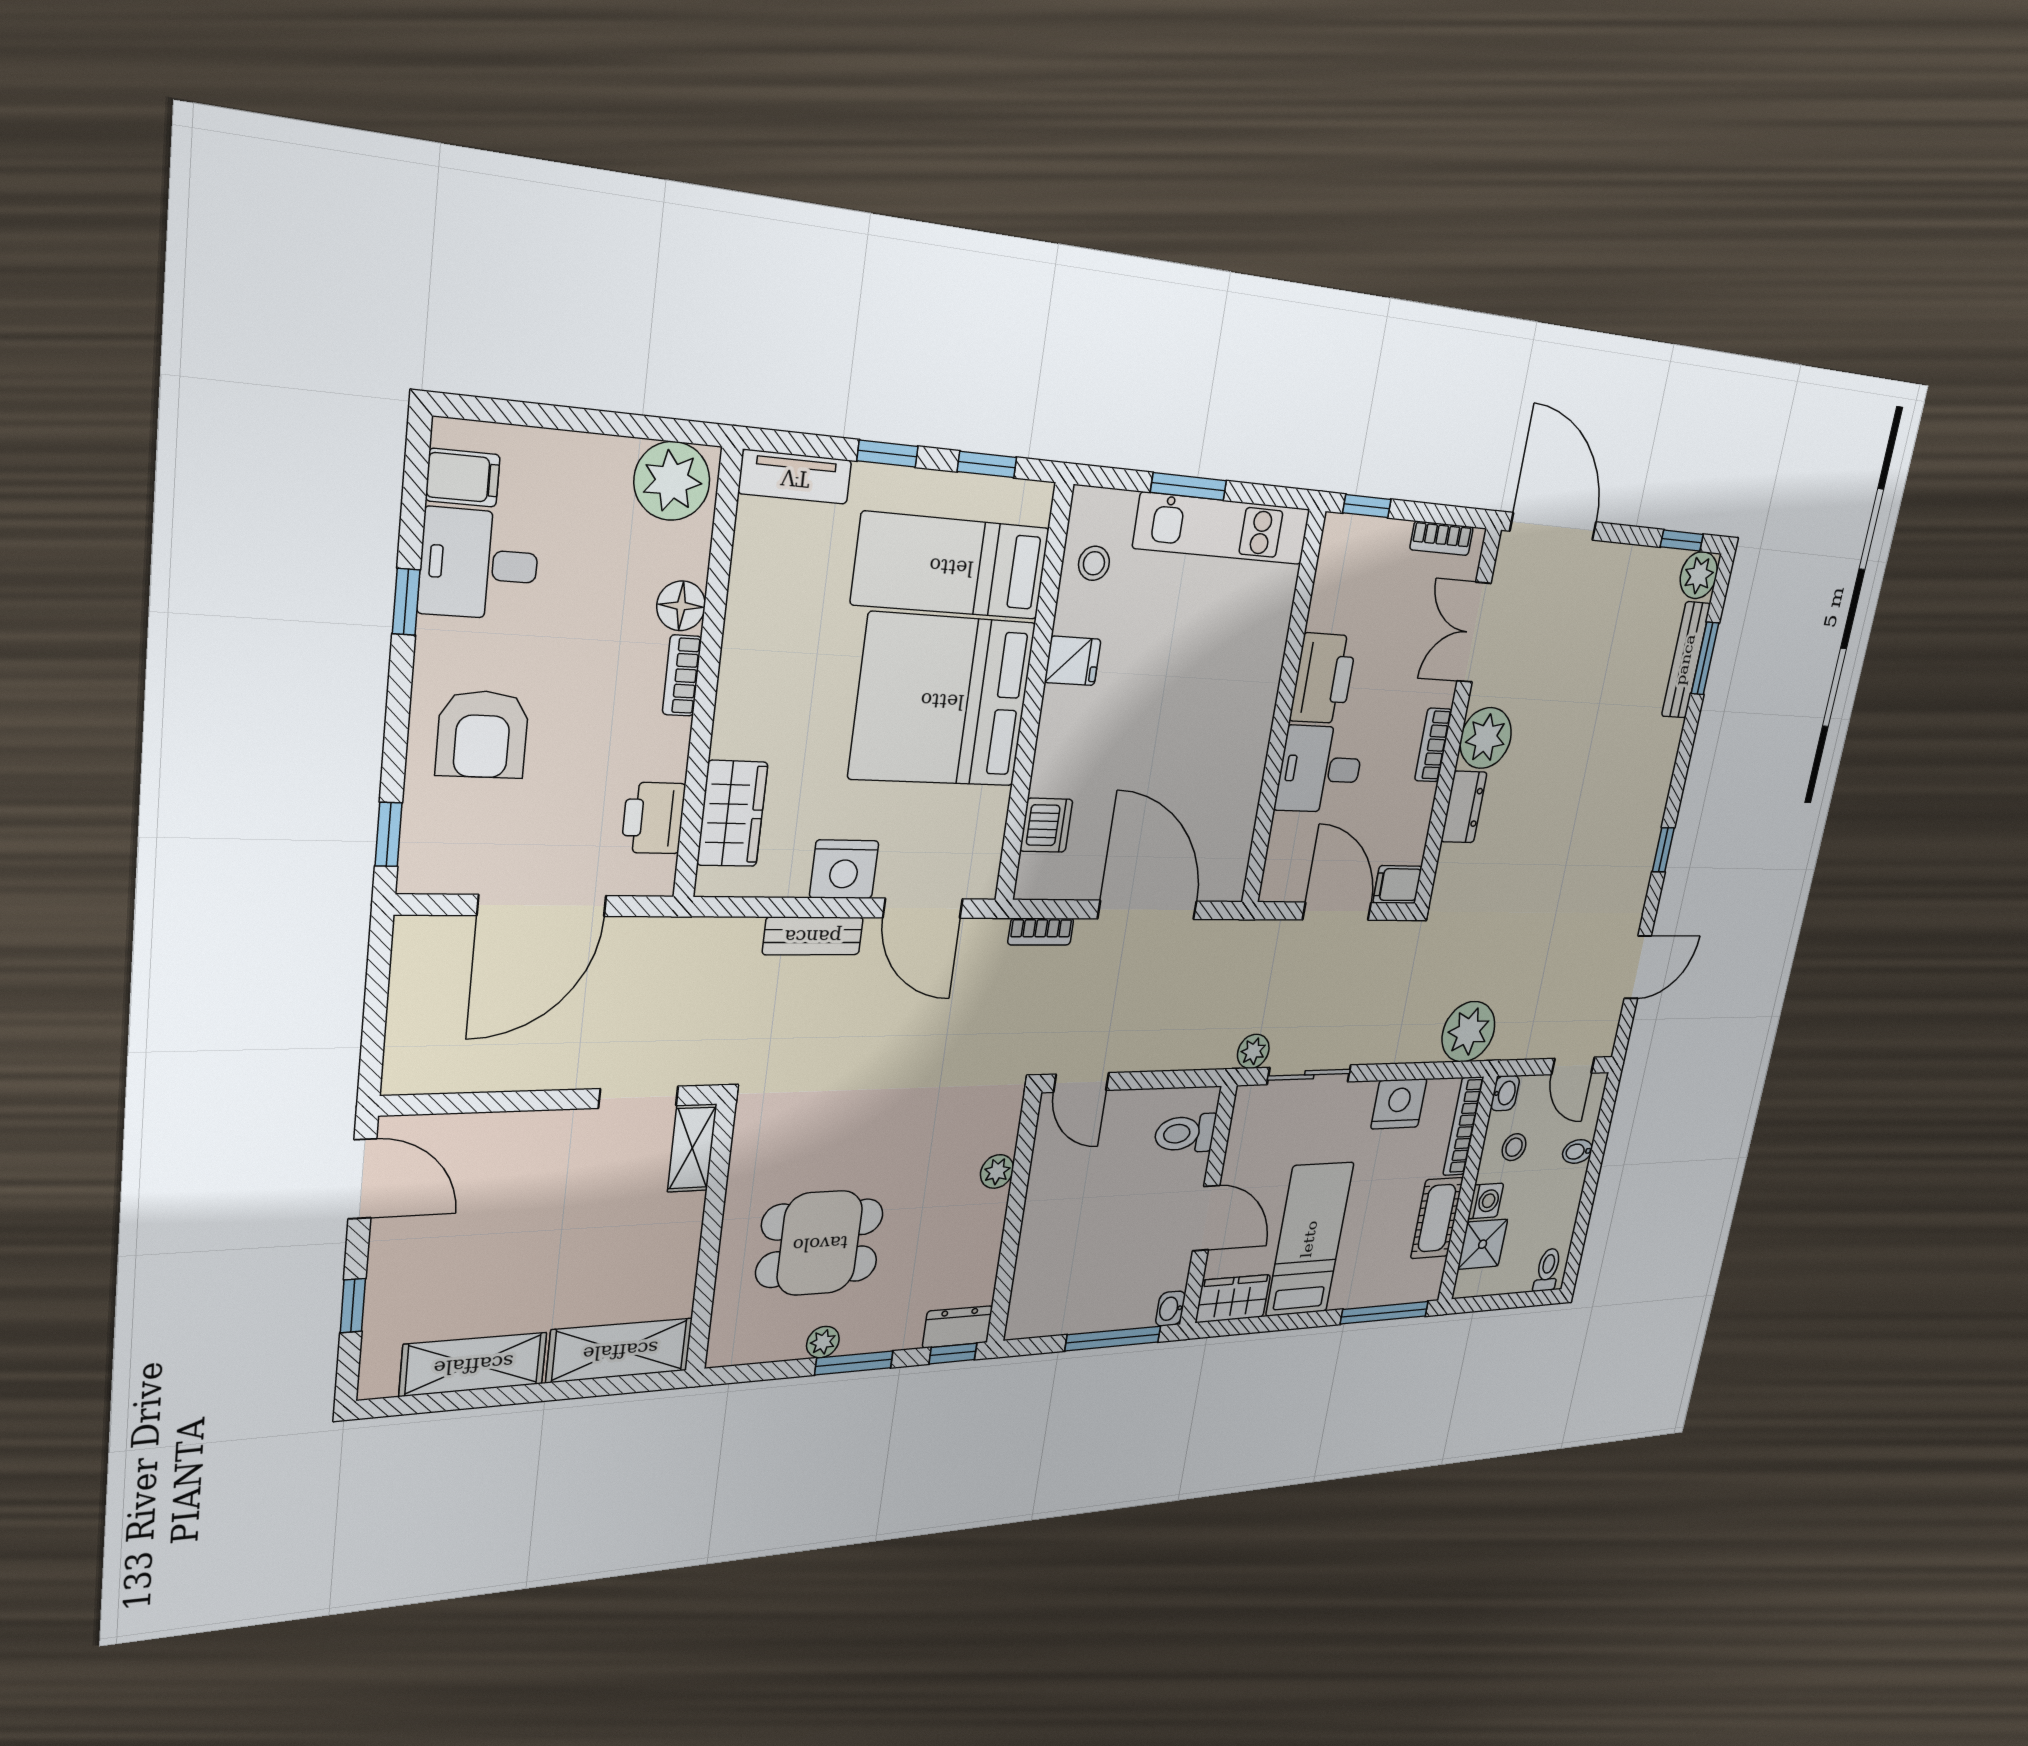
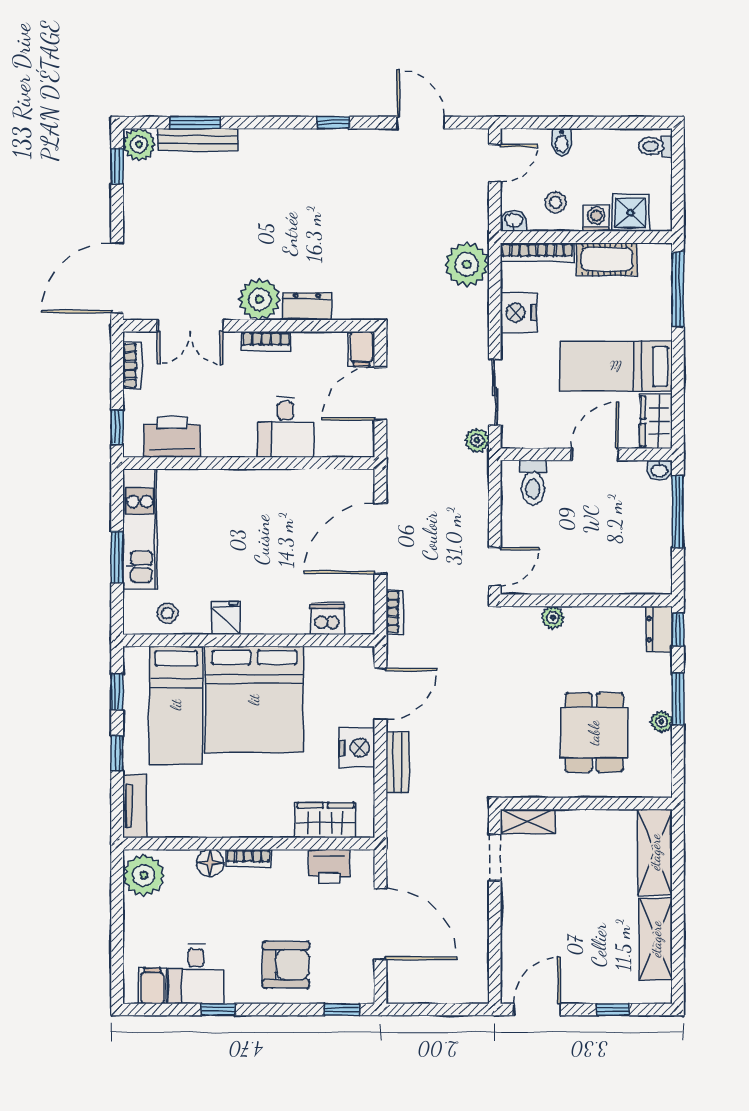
printer: (1323, 678) -> (172, 437), moved

